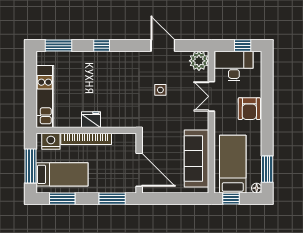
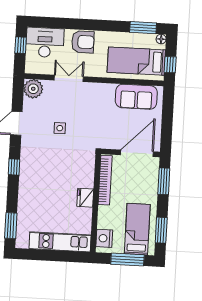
window: (102, 46) -> (14, 167), moved
desk: (234, 66) -> (45, 42), moved, turned 90
double door: (211, 96) -> (69, 78), swing flipped
bookcase: (86, 139) -> (105, 180), moved
sofa: (196, 158) -> (136, 97), width x0.73

